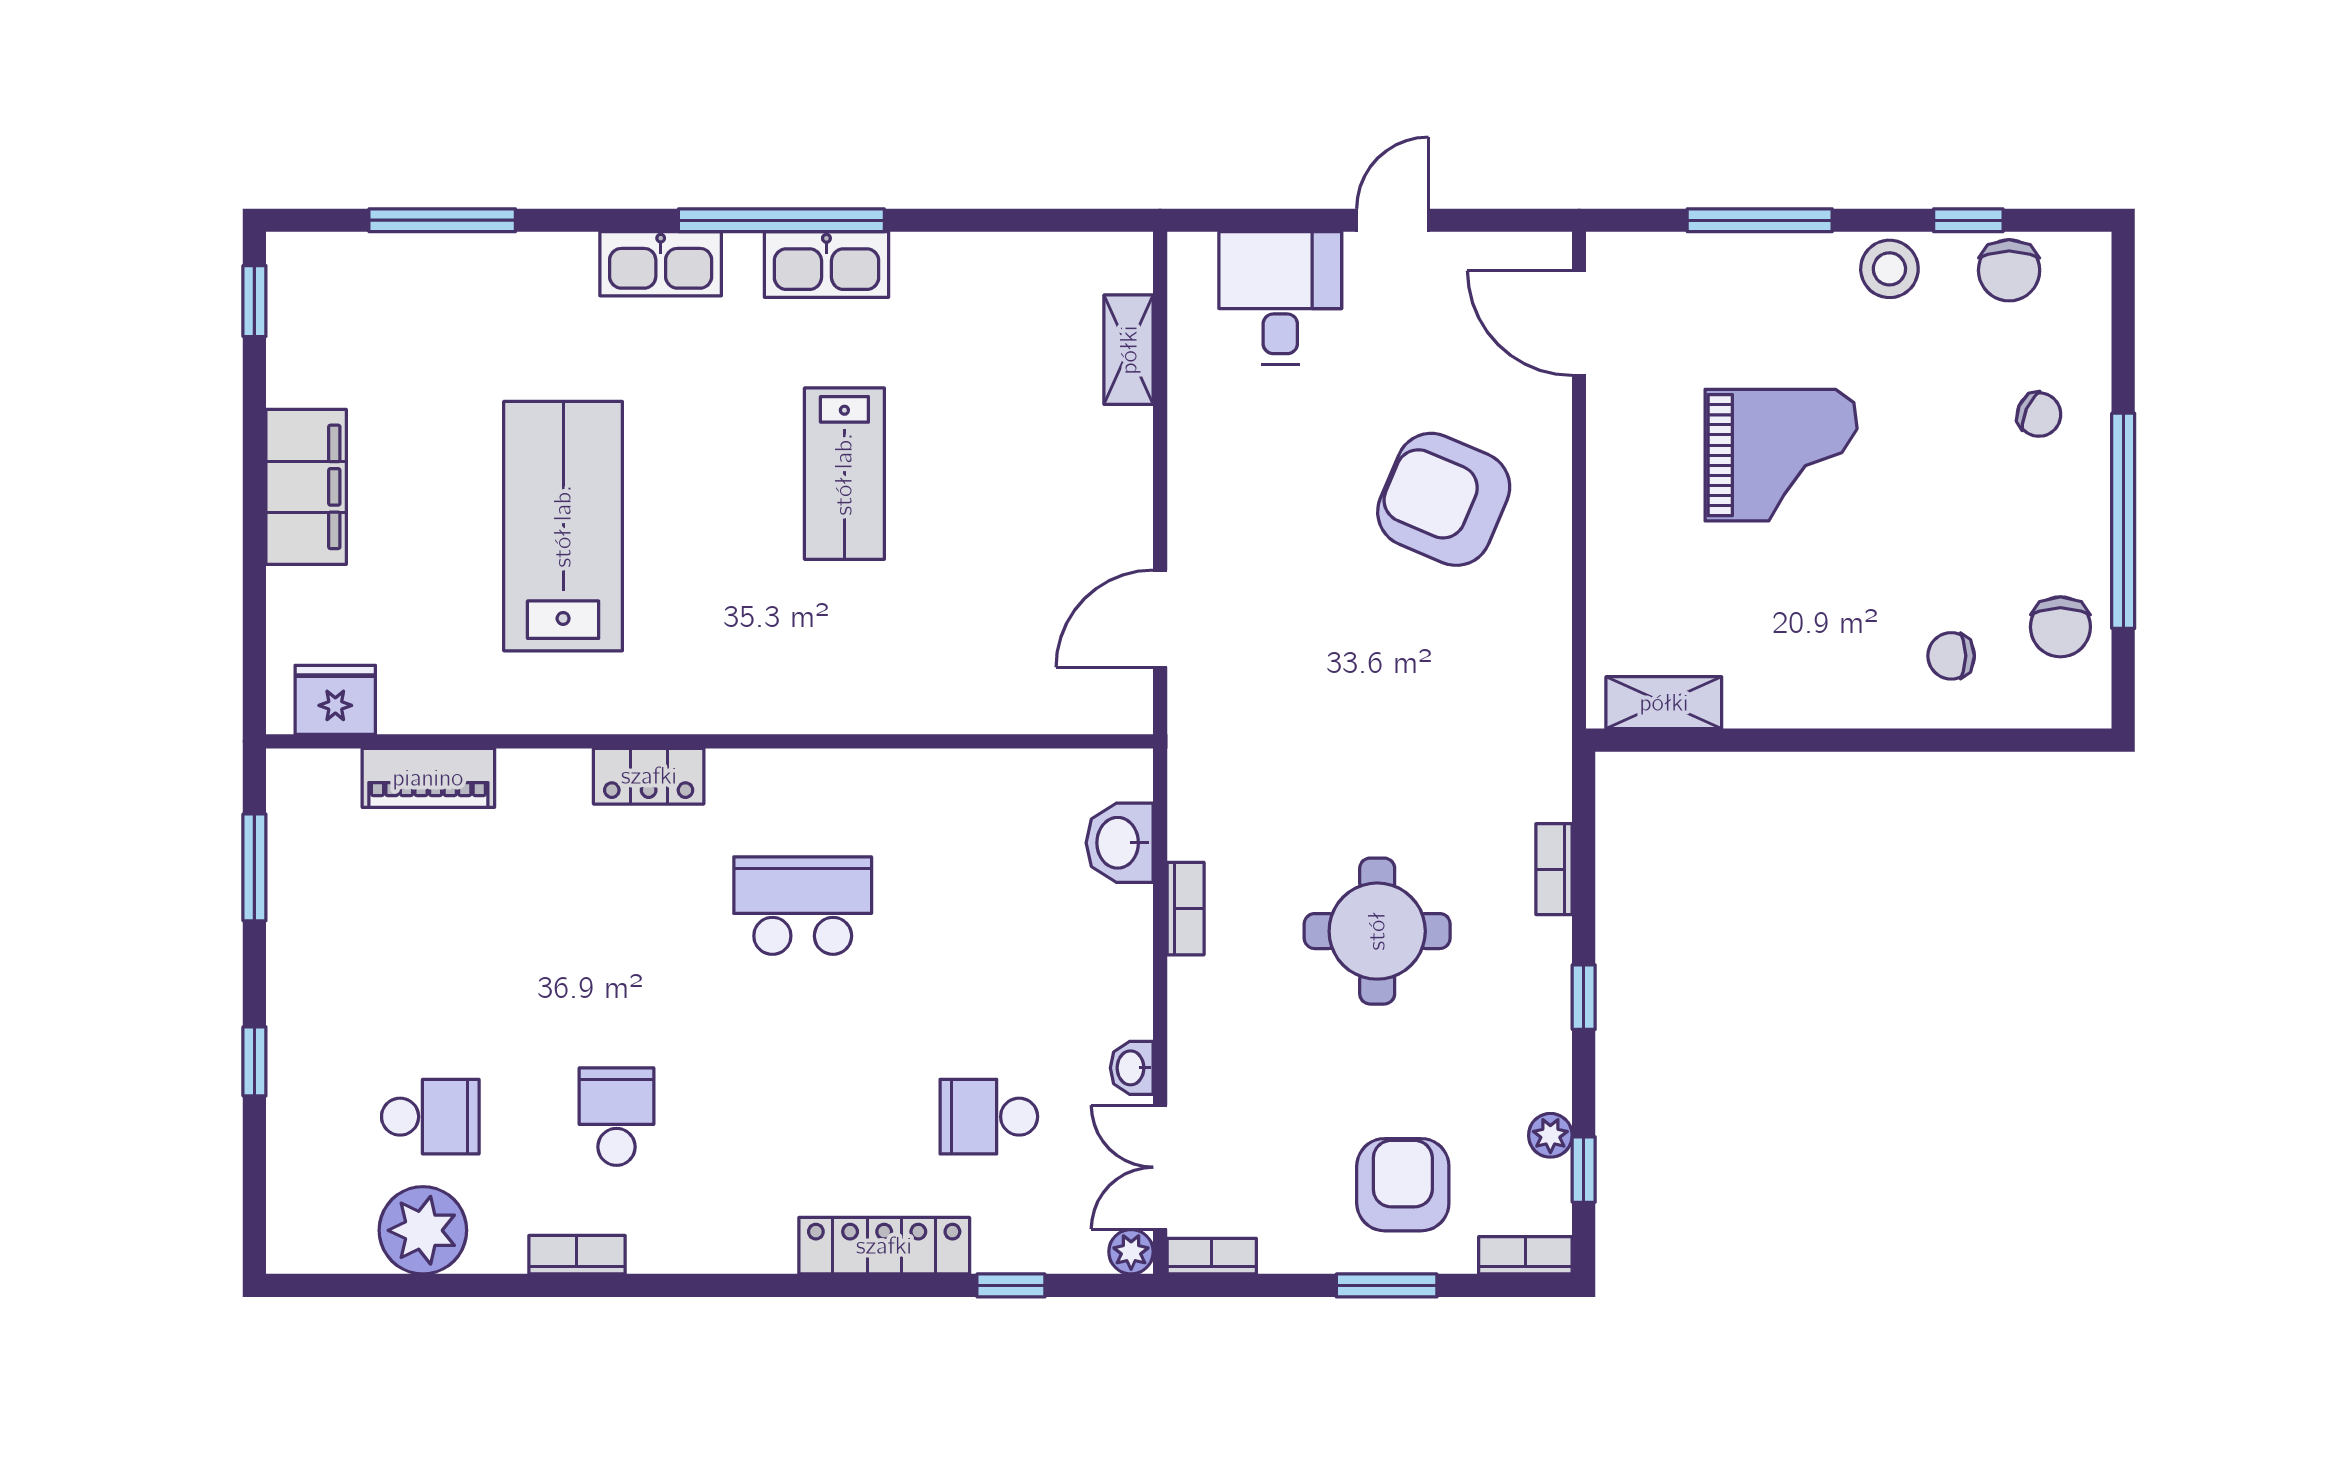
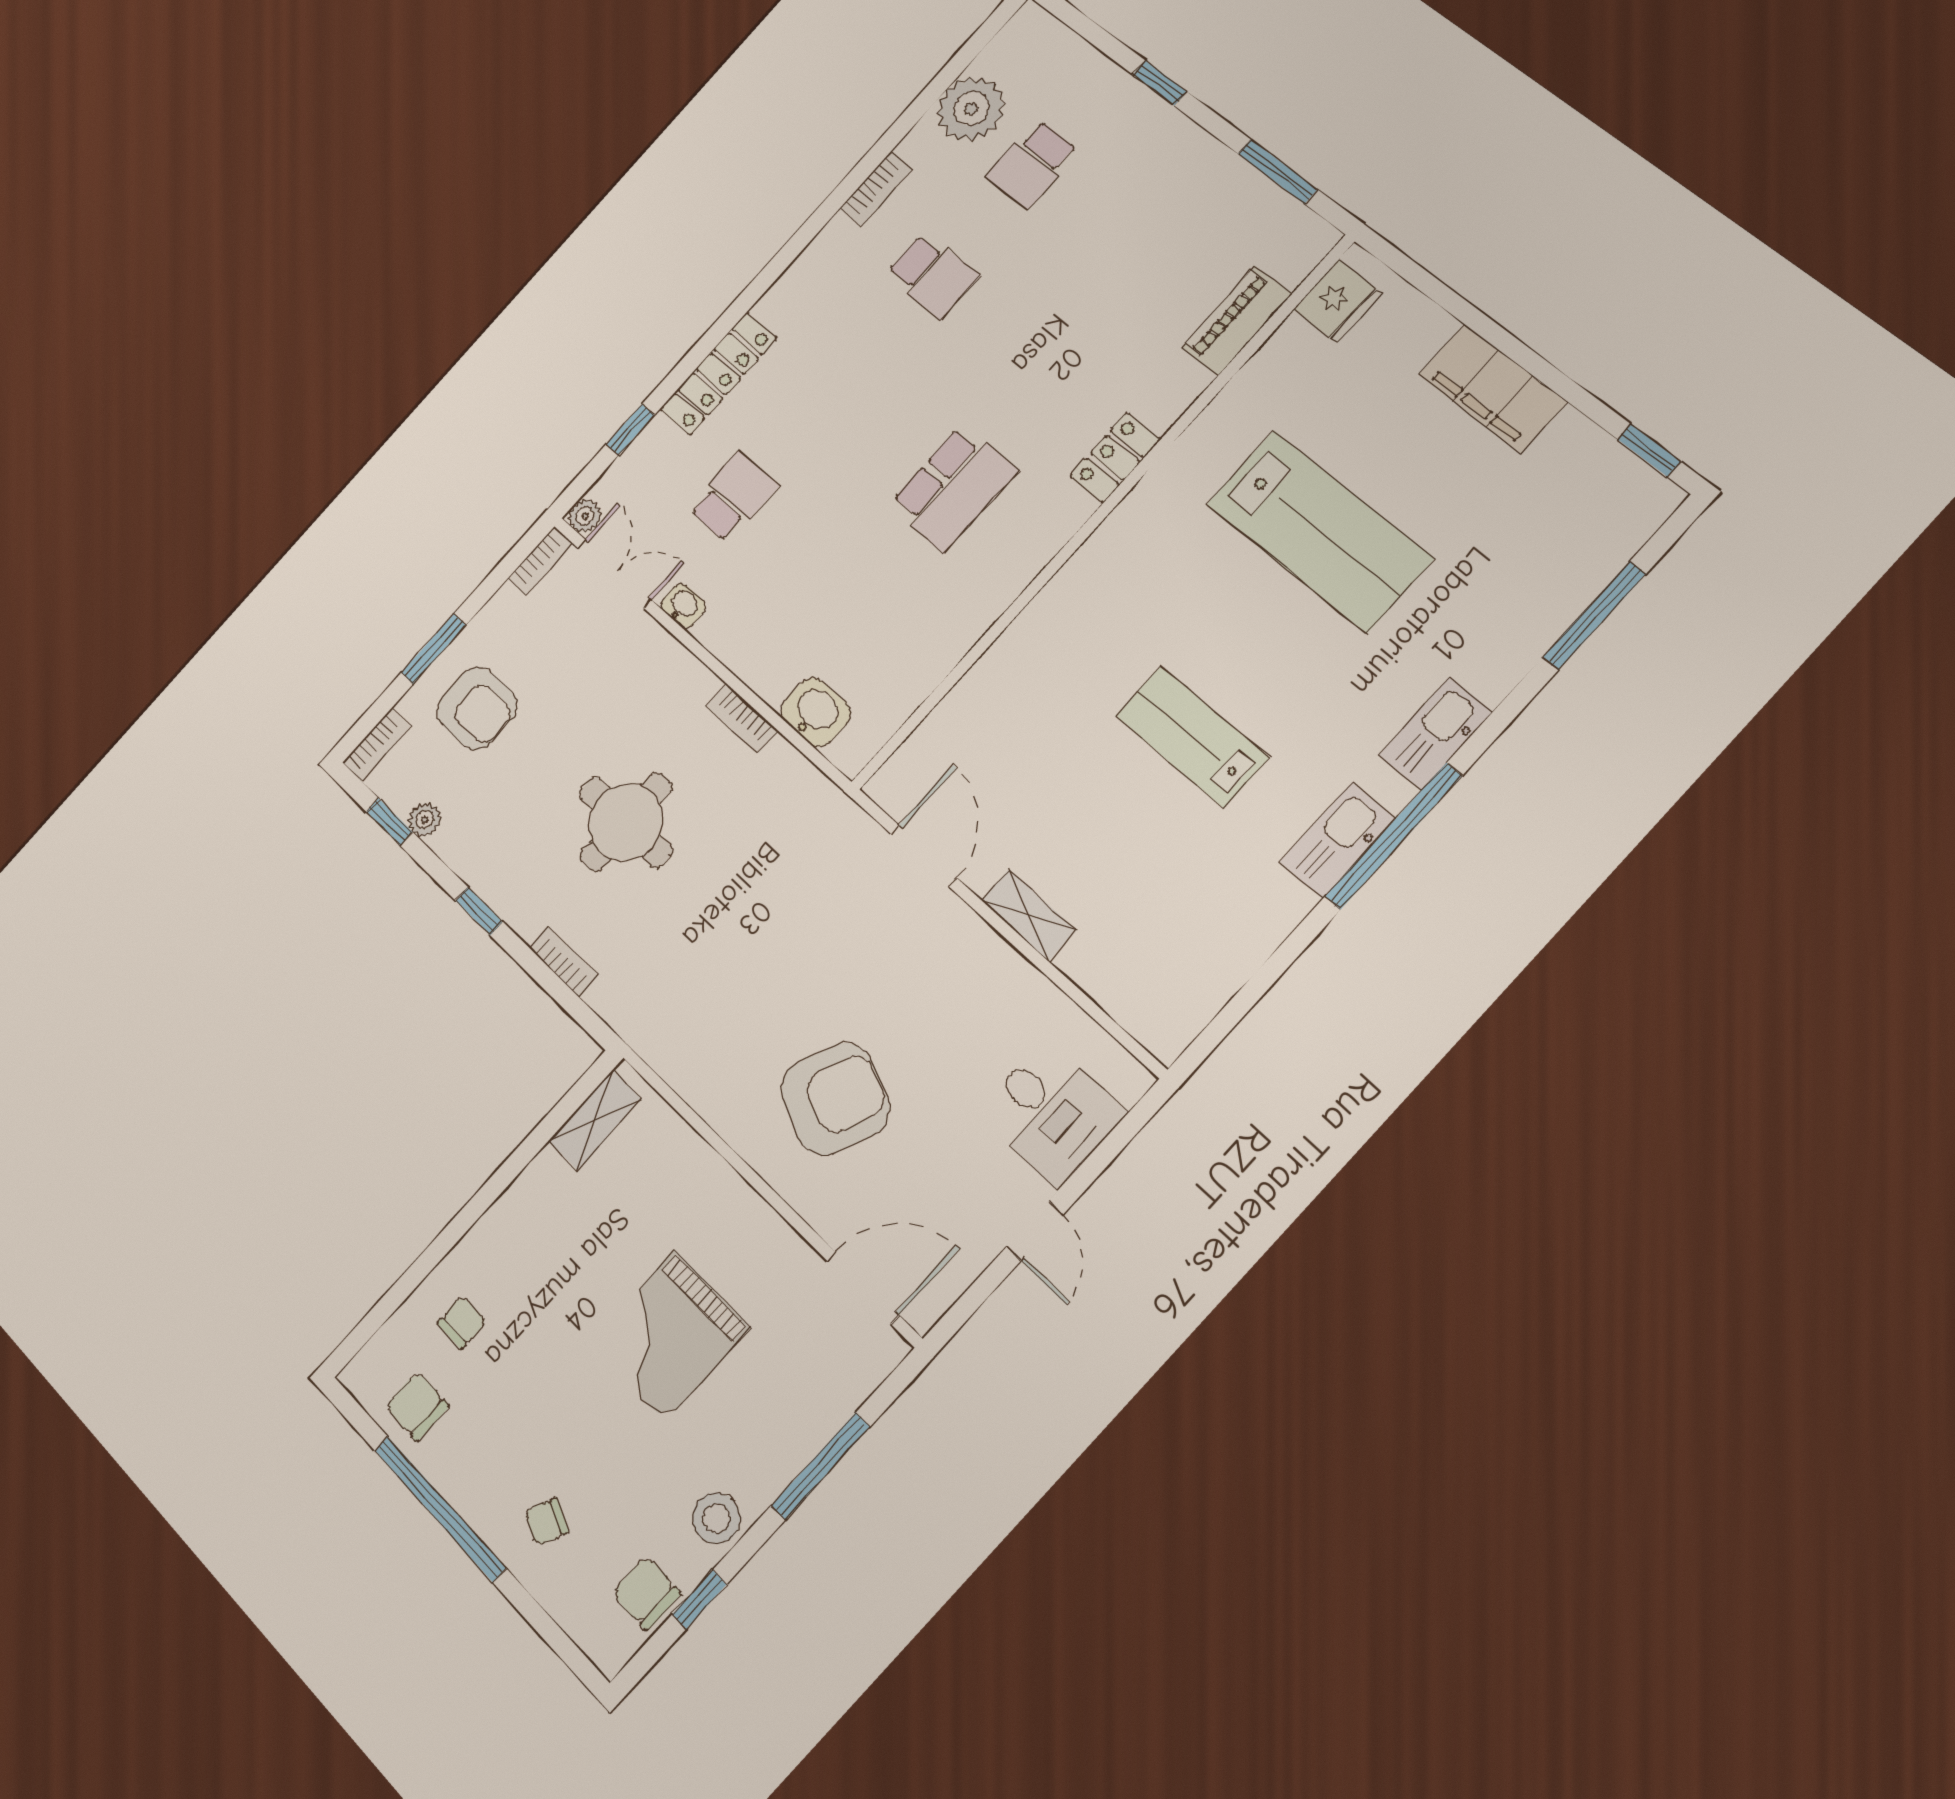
shelving: (1129, 350) -> (1028, 915), moved

